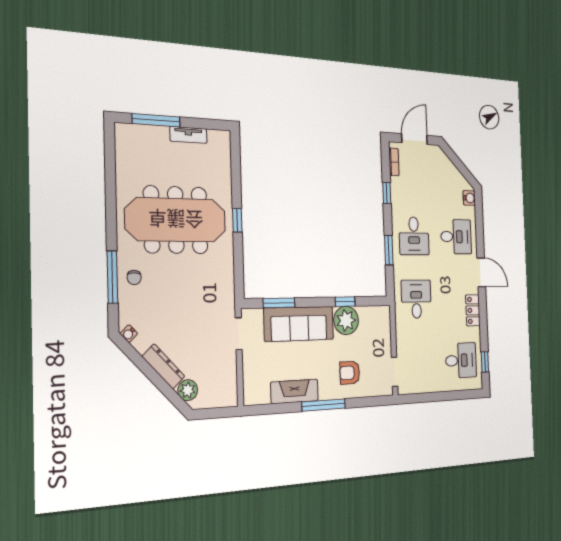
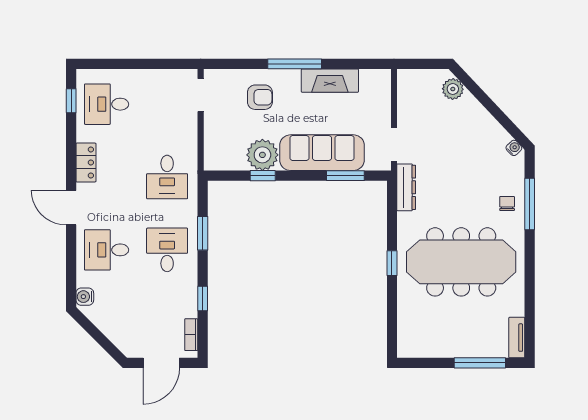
tv unit: (188, 135) -> (517, 338), moved, turned -90
dresser: (163, 366) -> (406, 187), moved, turned -137

